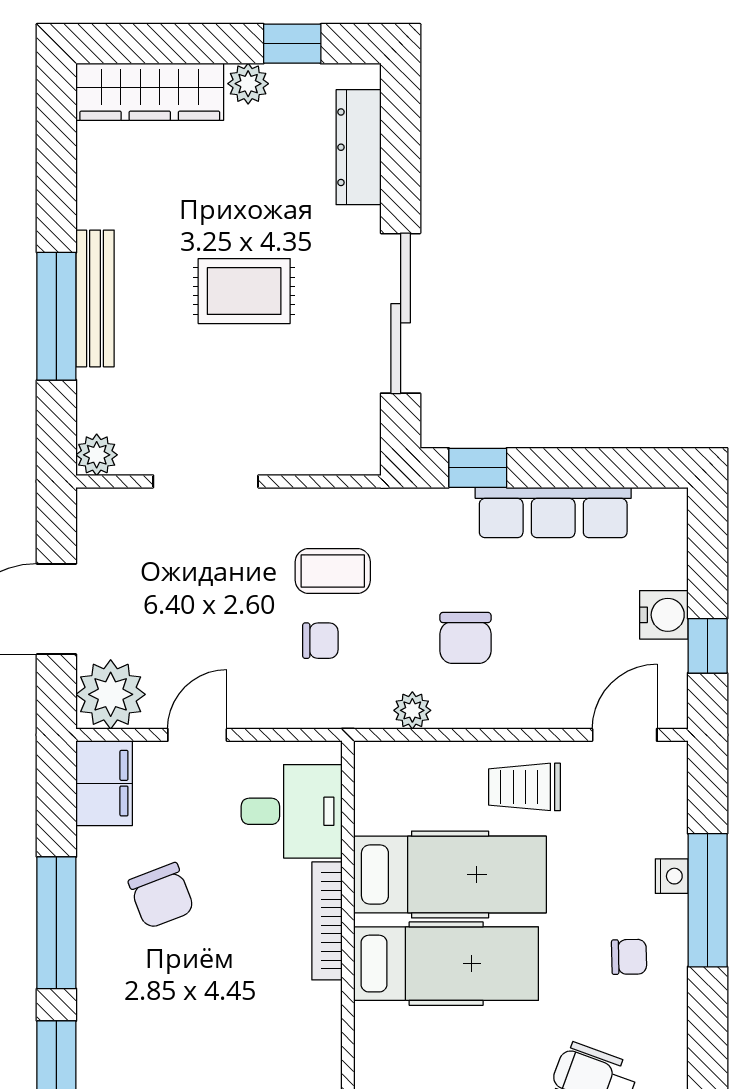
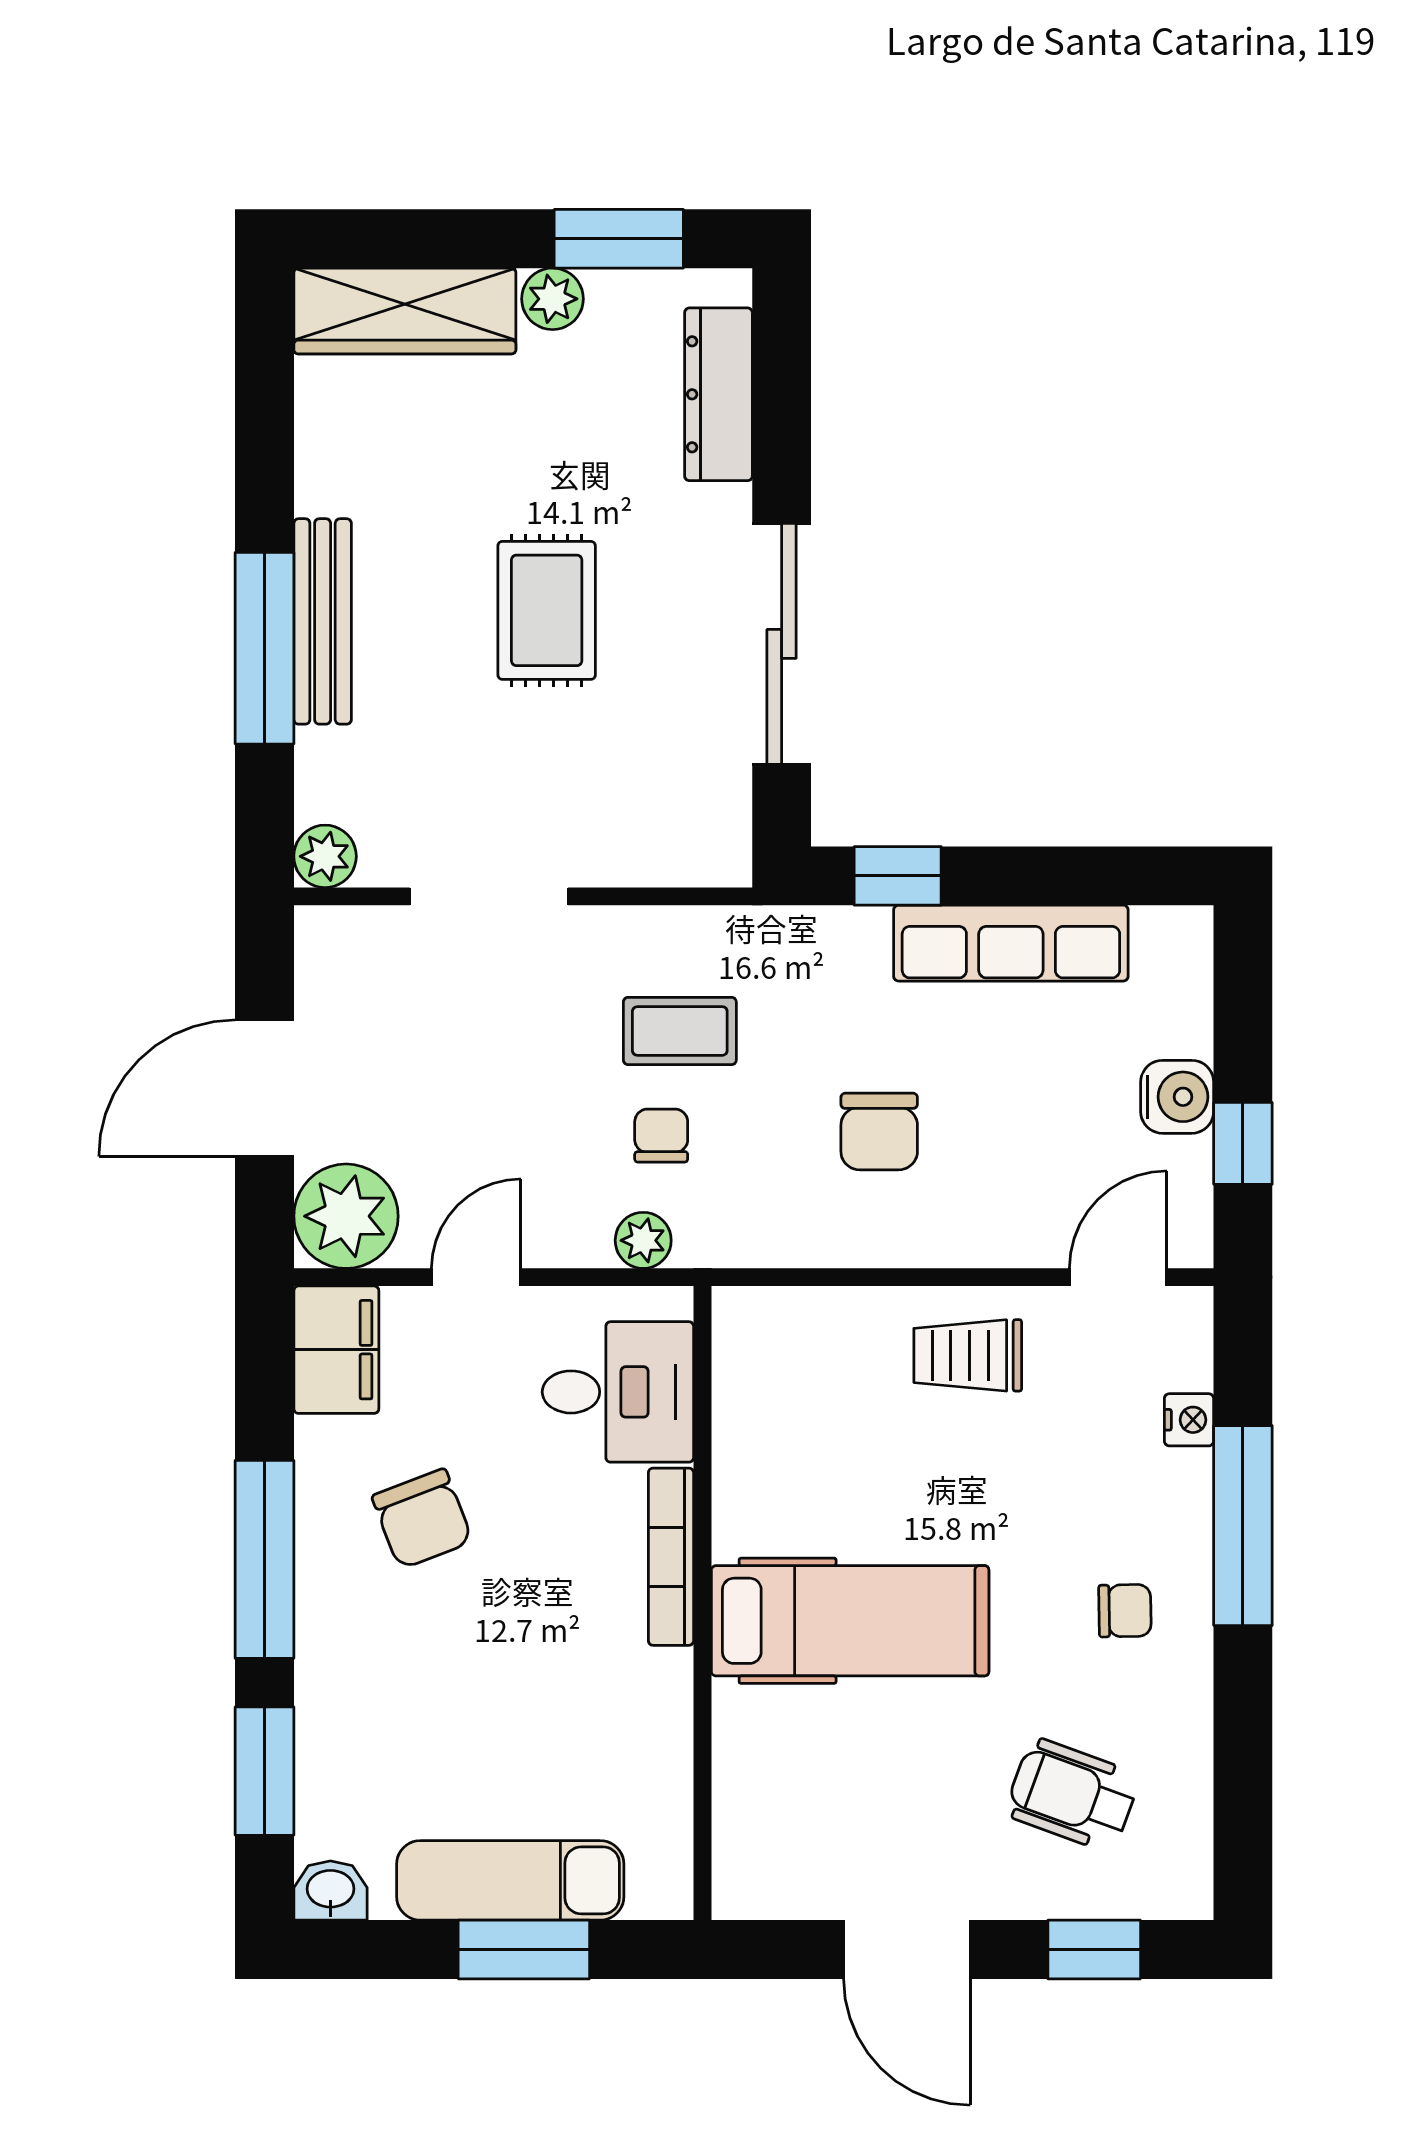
window: (292, 44) -> (619, 239), width x1.50
rug: (244, 291) -> (547, 610), turned 90
chair: (320, 641) -> (661, 1136), turned -90
plant: (412, 710) -> (643, 1240), moved
hospital bed: (450, 874) -> (856, 1487), removed
nightstand: (672, 876) -> (1189, 1420), moved

